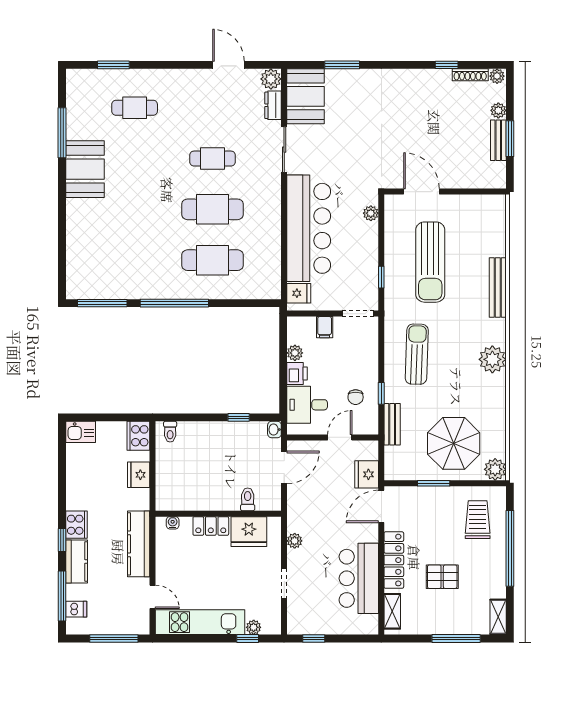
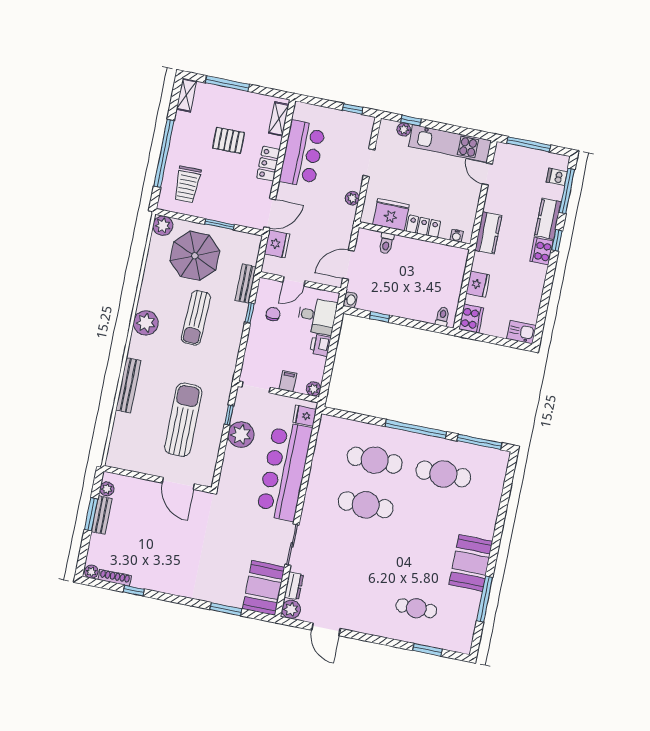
plant: (498, 110) -> (107, 489), moved
cafe table: (212, 159) -> (443, 474), moved, width x1.37, depth x1.35
plant: (371, 213) -> (241, 435), moved, width x1.87, depth x1.87
plant: (295, 353) -> (314, 389), moved
sun lounger: (417, 354) -> (196, 318), moved
kitchen counter: (139, 544) -> (488, 233), width x0.67
locker: (394, 560) -> (268, 164), width x0.66

